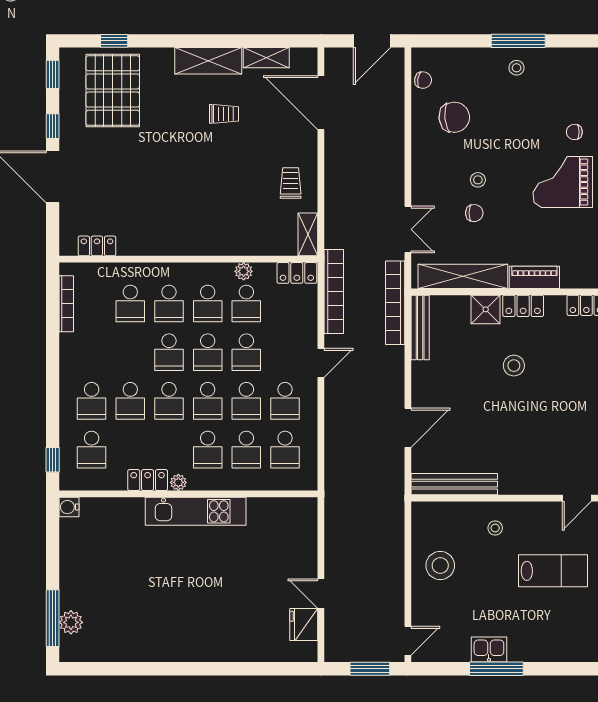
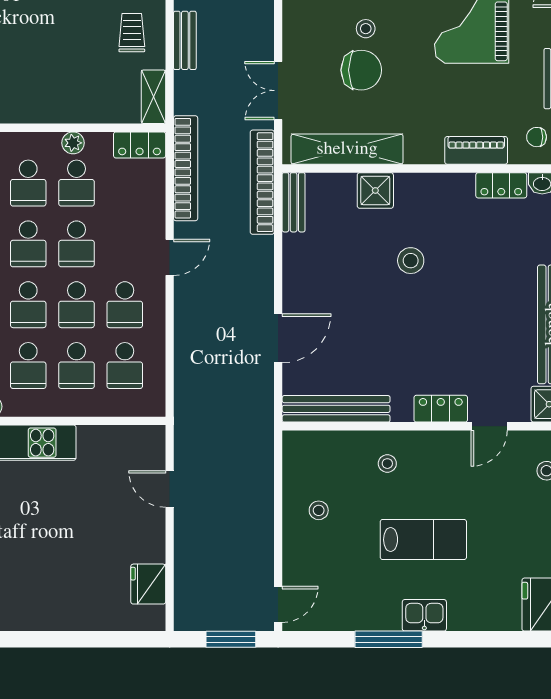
bench: (333, 189) -> (185, 40), added
chair: (474, 213) -> (361, 70), width x1.87, depth x1.87
double door: (408, 229) -> (278, 91), swing flipped
piano: (534, 277) -> (476, 150), moved
locker: (523, 306) -> (441, 409), moved, turned 180
bench: (420, 328) -> (294, 202), width x0.73
stool: (440, 565) -> (319, 510), width x0.53, depth x0.53
lab bench: (553, 571) -> (423, 540), moved
door: (321, 594) -> (170, 489), moved
kitchen sink: (489, 650) -> (424, 615), moved

